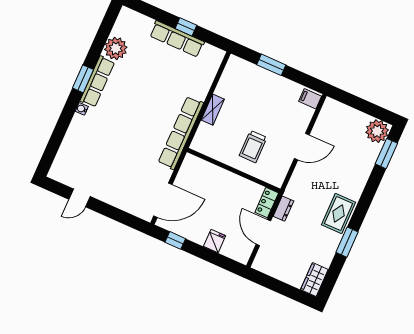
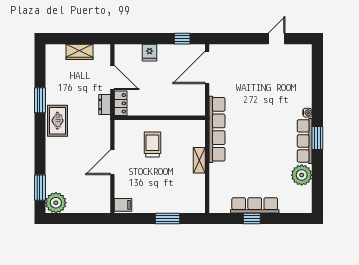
wardrobe: (314, 280) -> (79, 52), moved, turned 90

